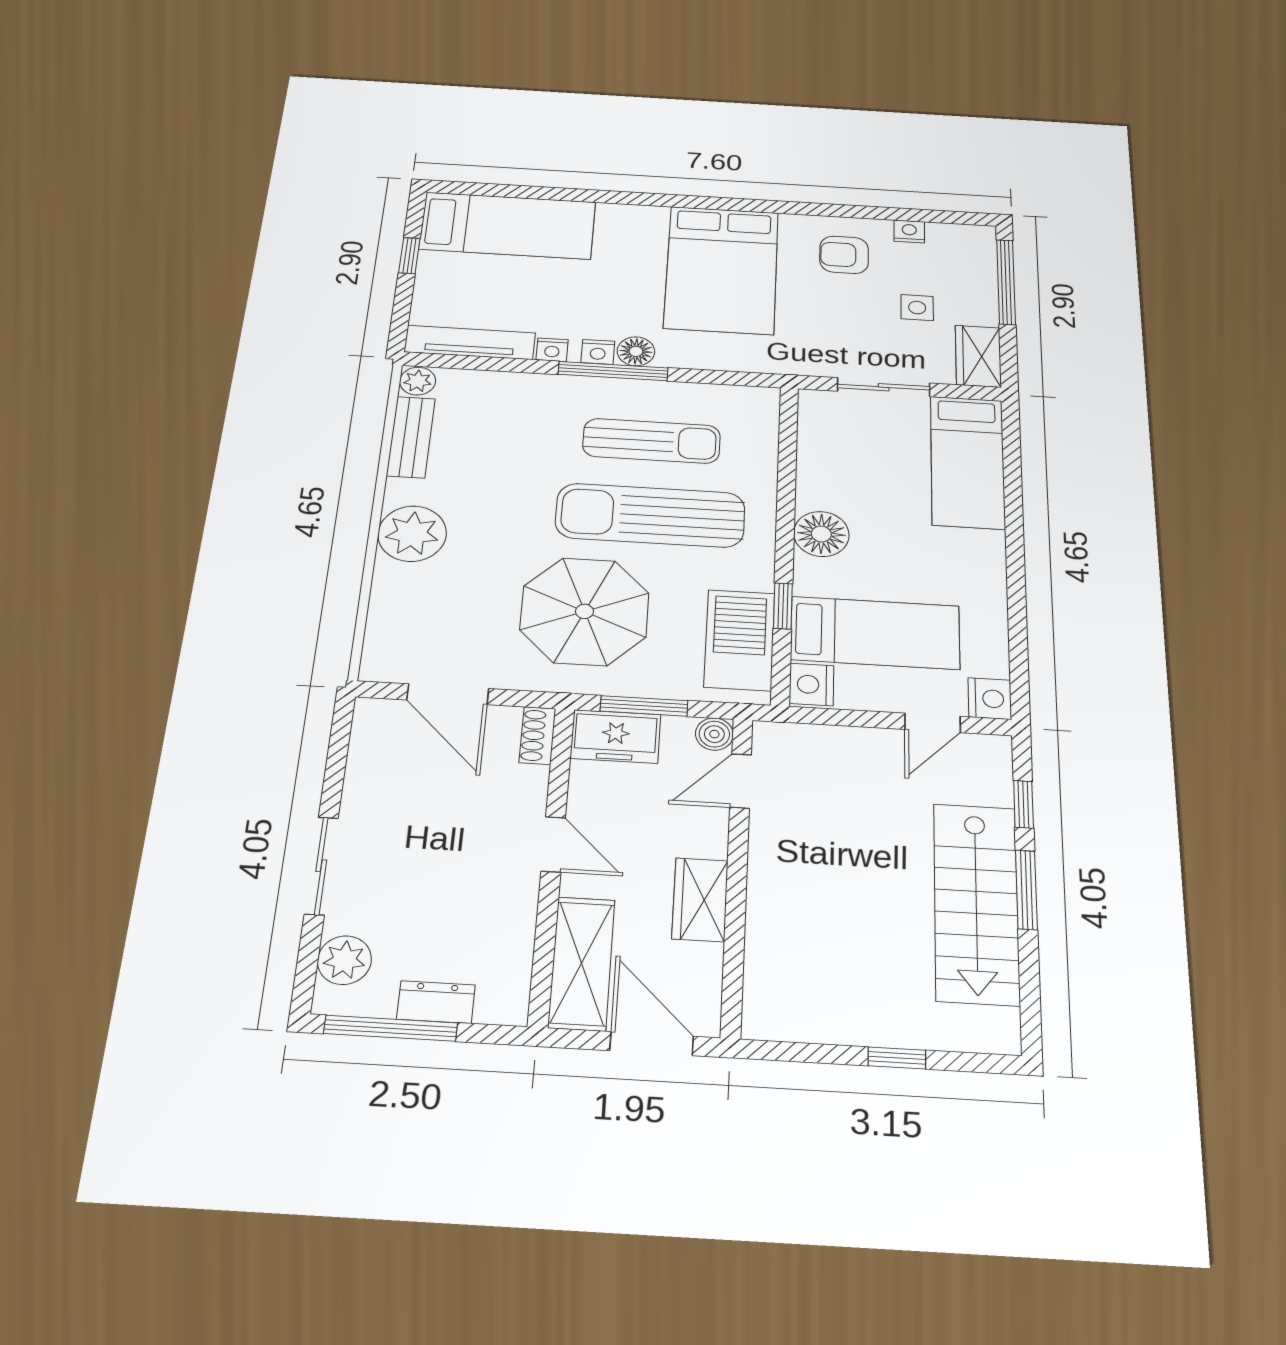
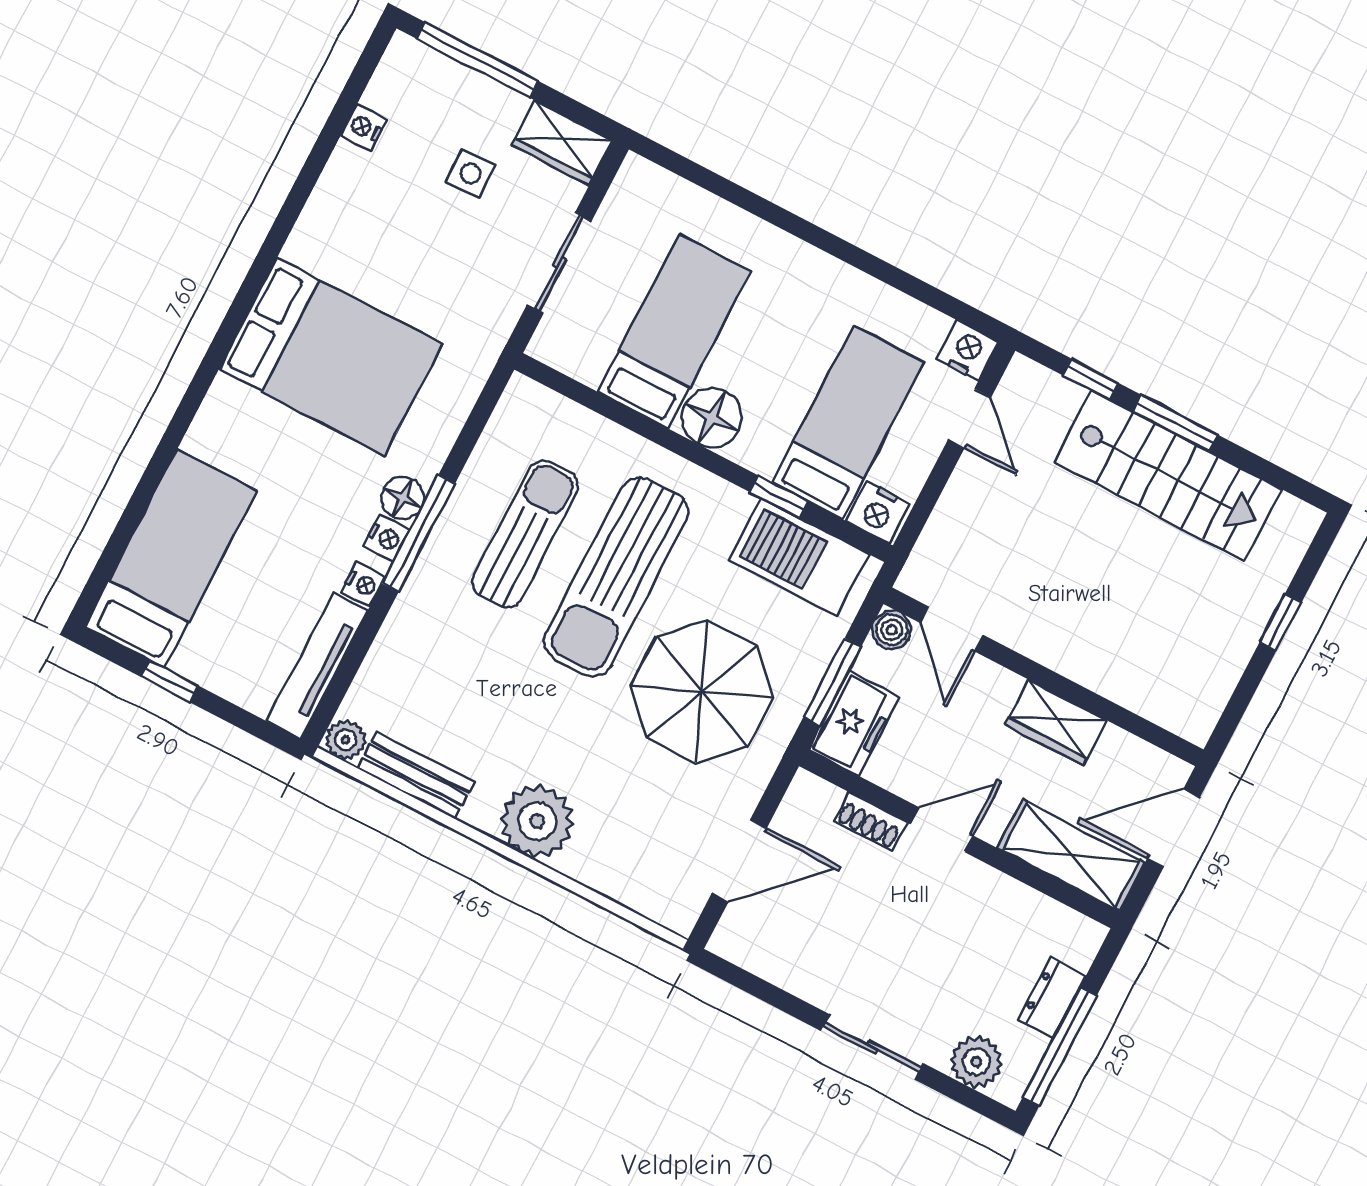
armchair: (844, 255) -> (366, 215), removed
bed: (968, 462) -> (674, 331), moved, turned -90
shoe rack: (537, 736) -> (870, 821), moved

